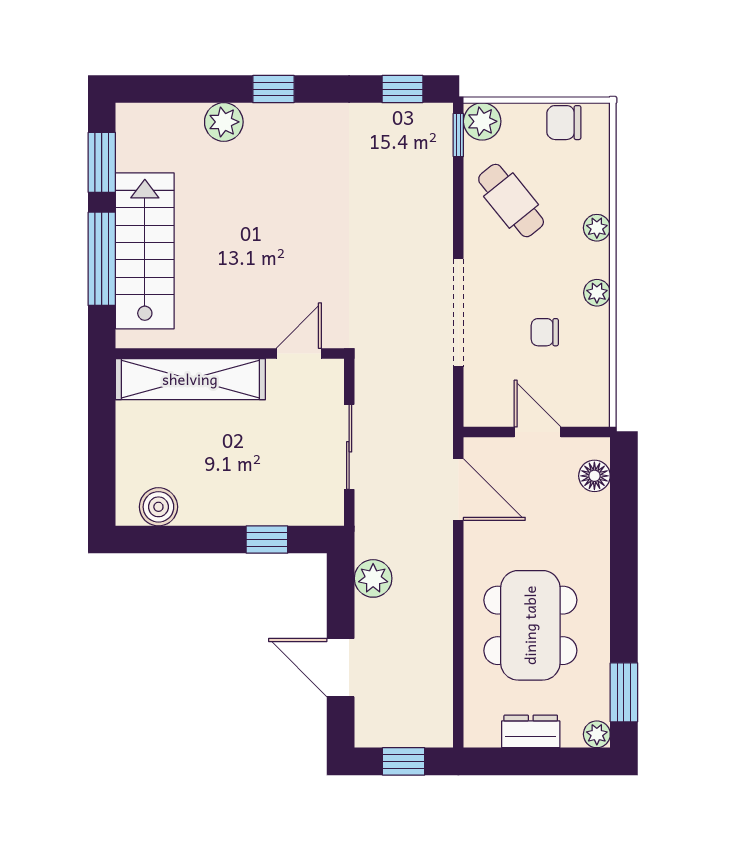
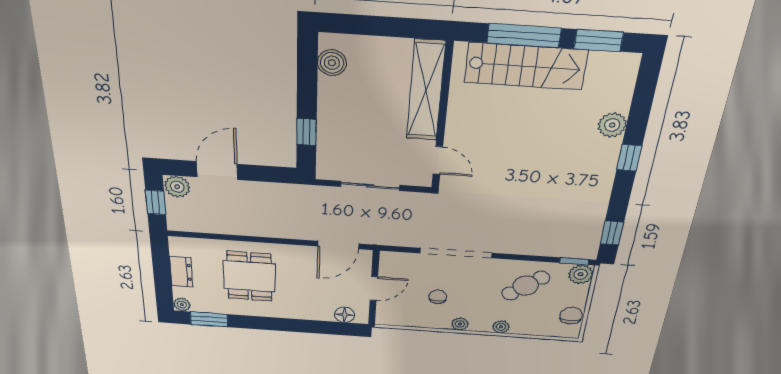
plant: (373, 578) -> (177, 187), moved
dining table: (530, 625) -> (249, 276), width x0.73

